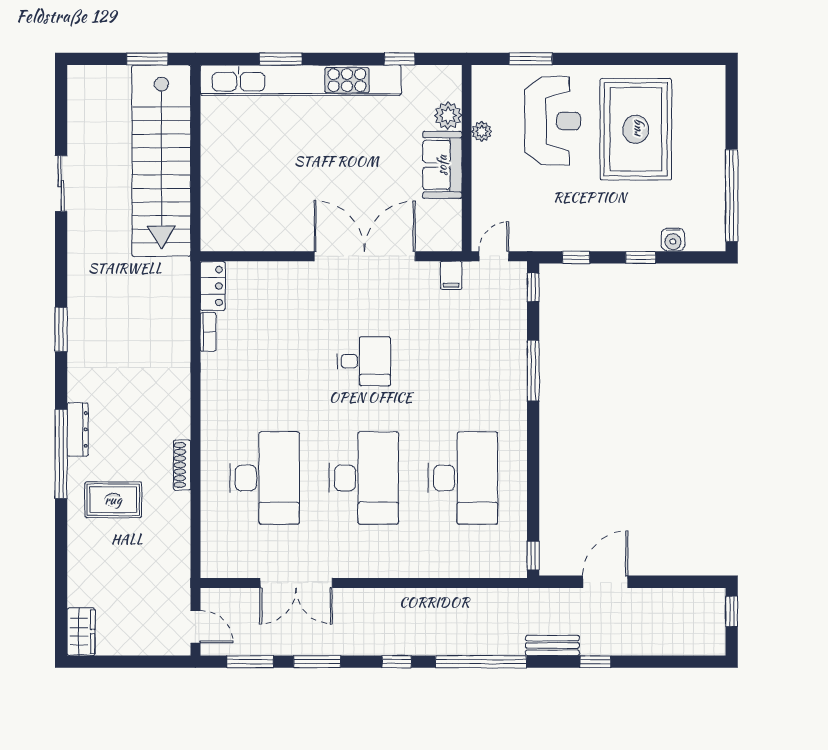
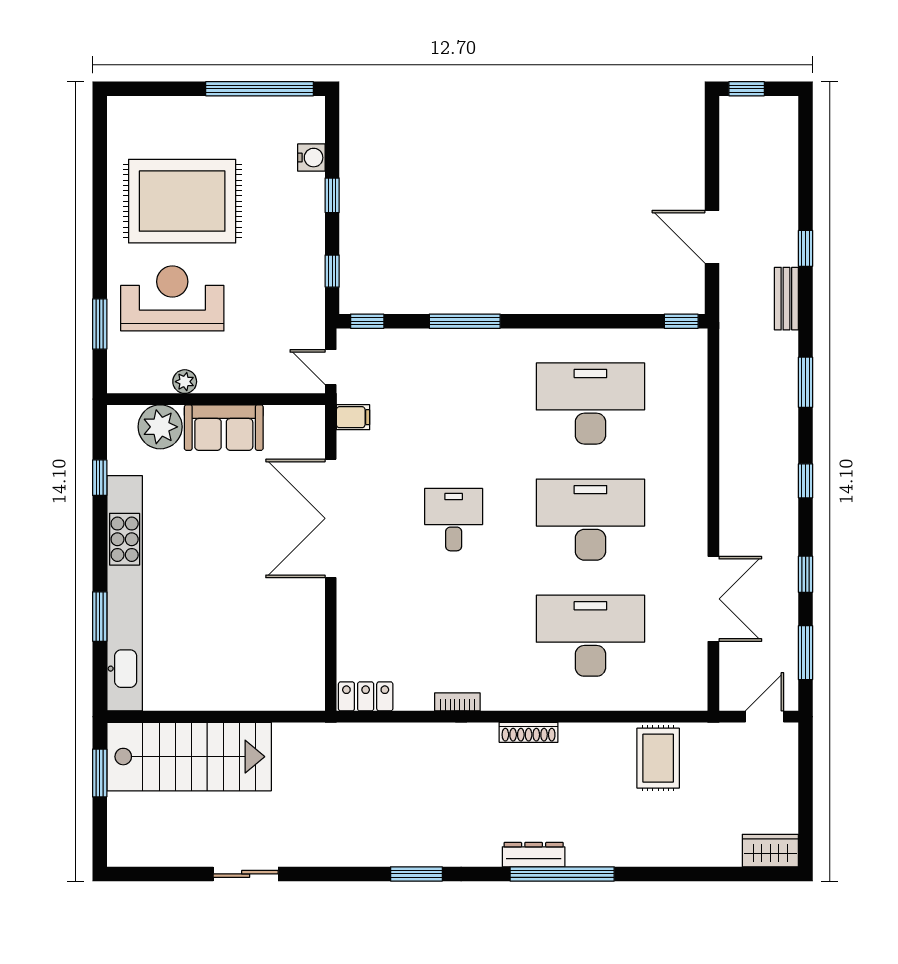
plant: (448, 115) -> (160, 427), width x1.36, depth x1.36
stairs: (161, 161) -> (189, 757), width x0.73
bookcase: (208, 332) -> (457, 702), moved
shoe rack: (182, 465) -> (529, 732), moved
rug: (113, 500) -> (658, 758), moved
window: (317, 662) -> (806, 574), width x0.67
window: (481, 662) -> (806, 382), width x0.47

